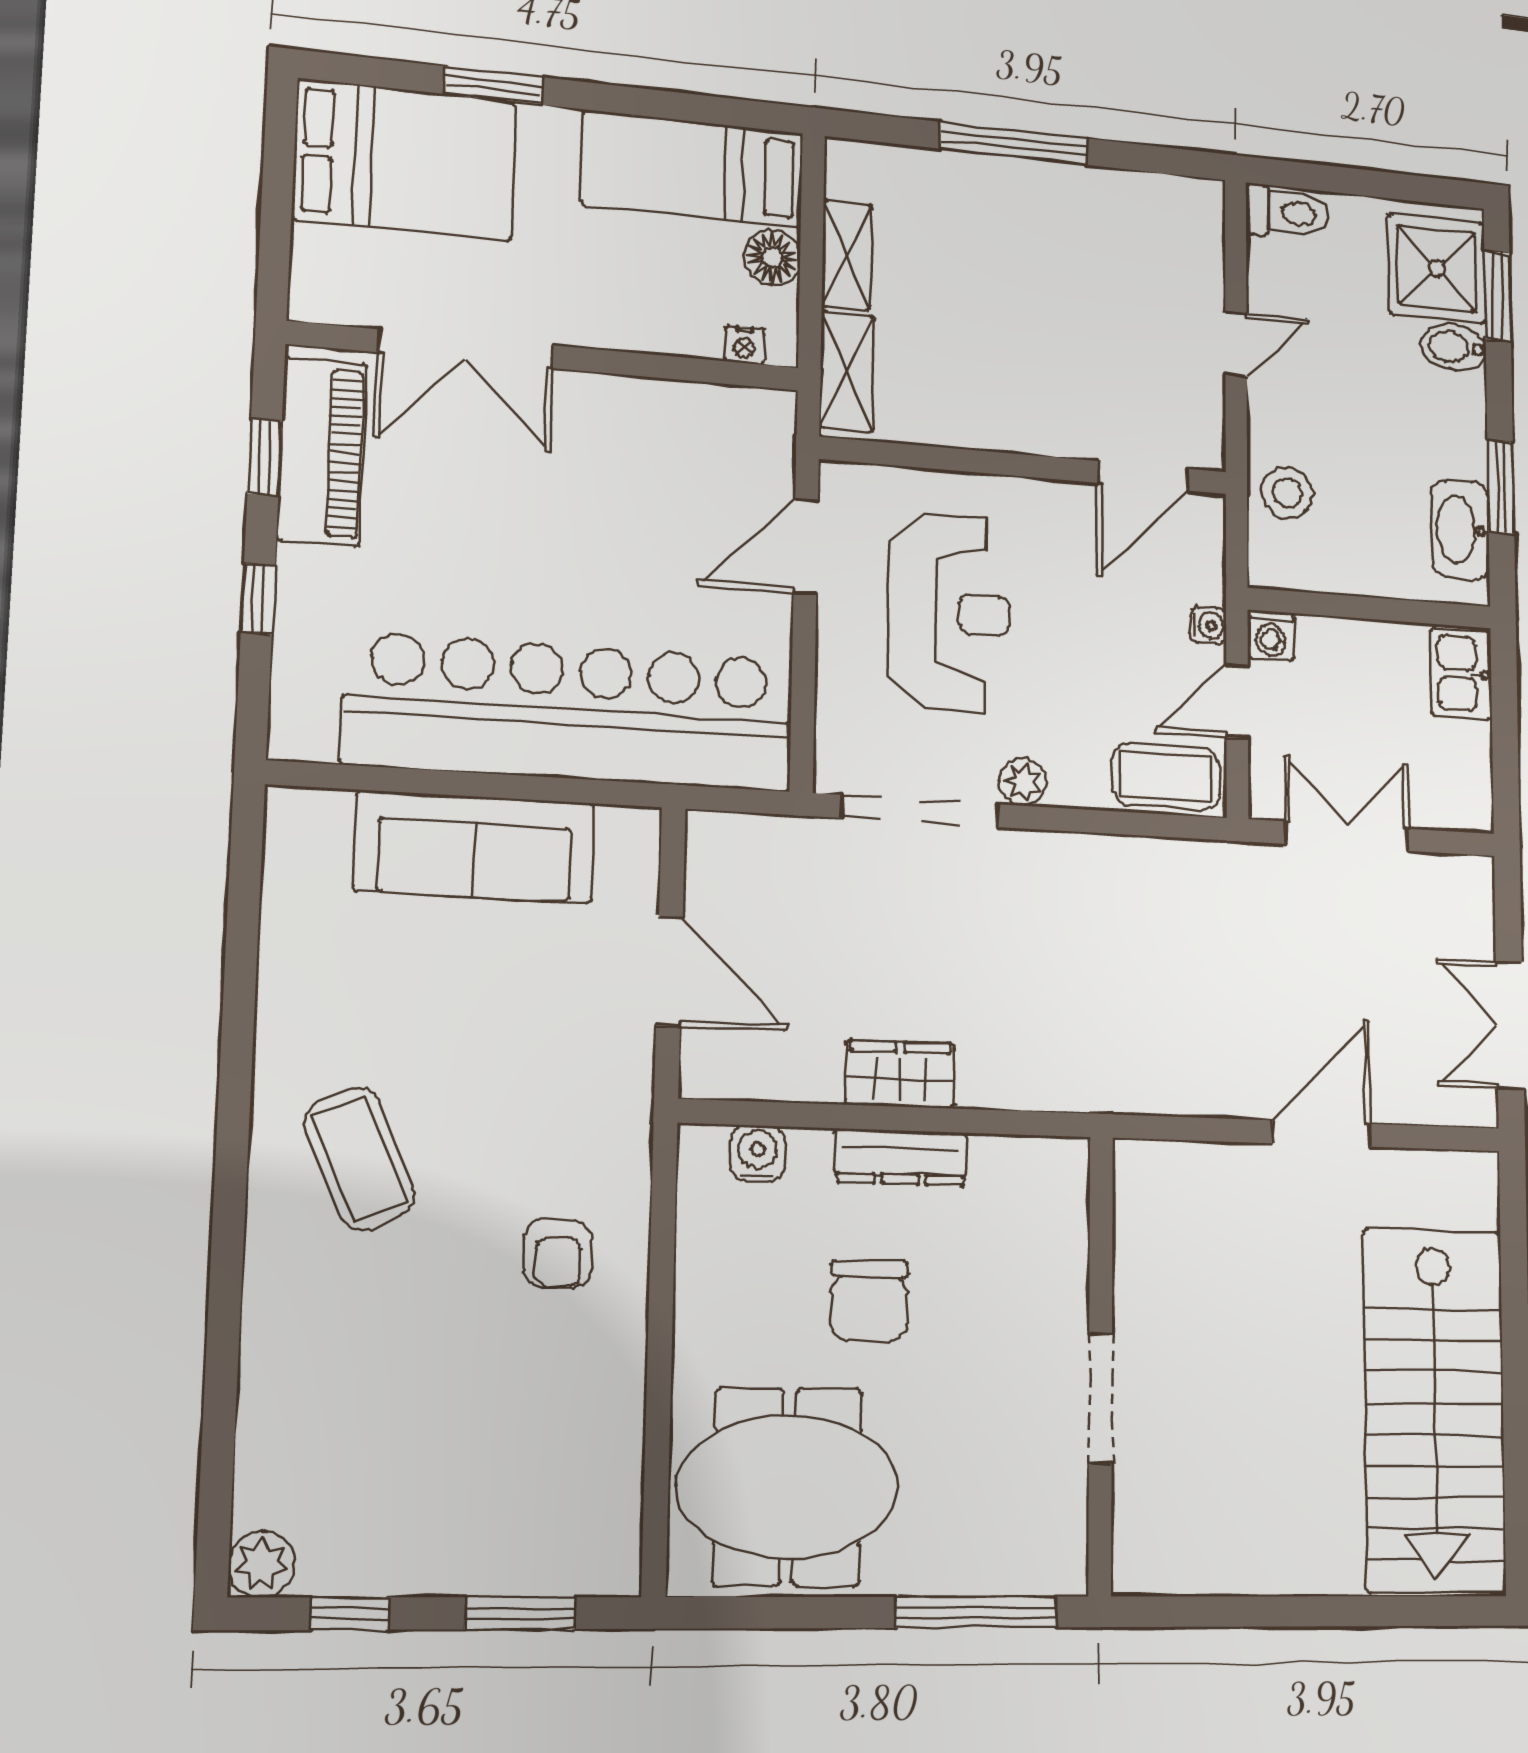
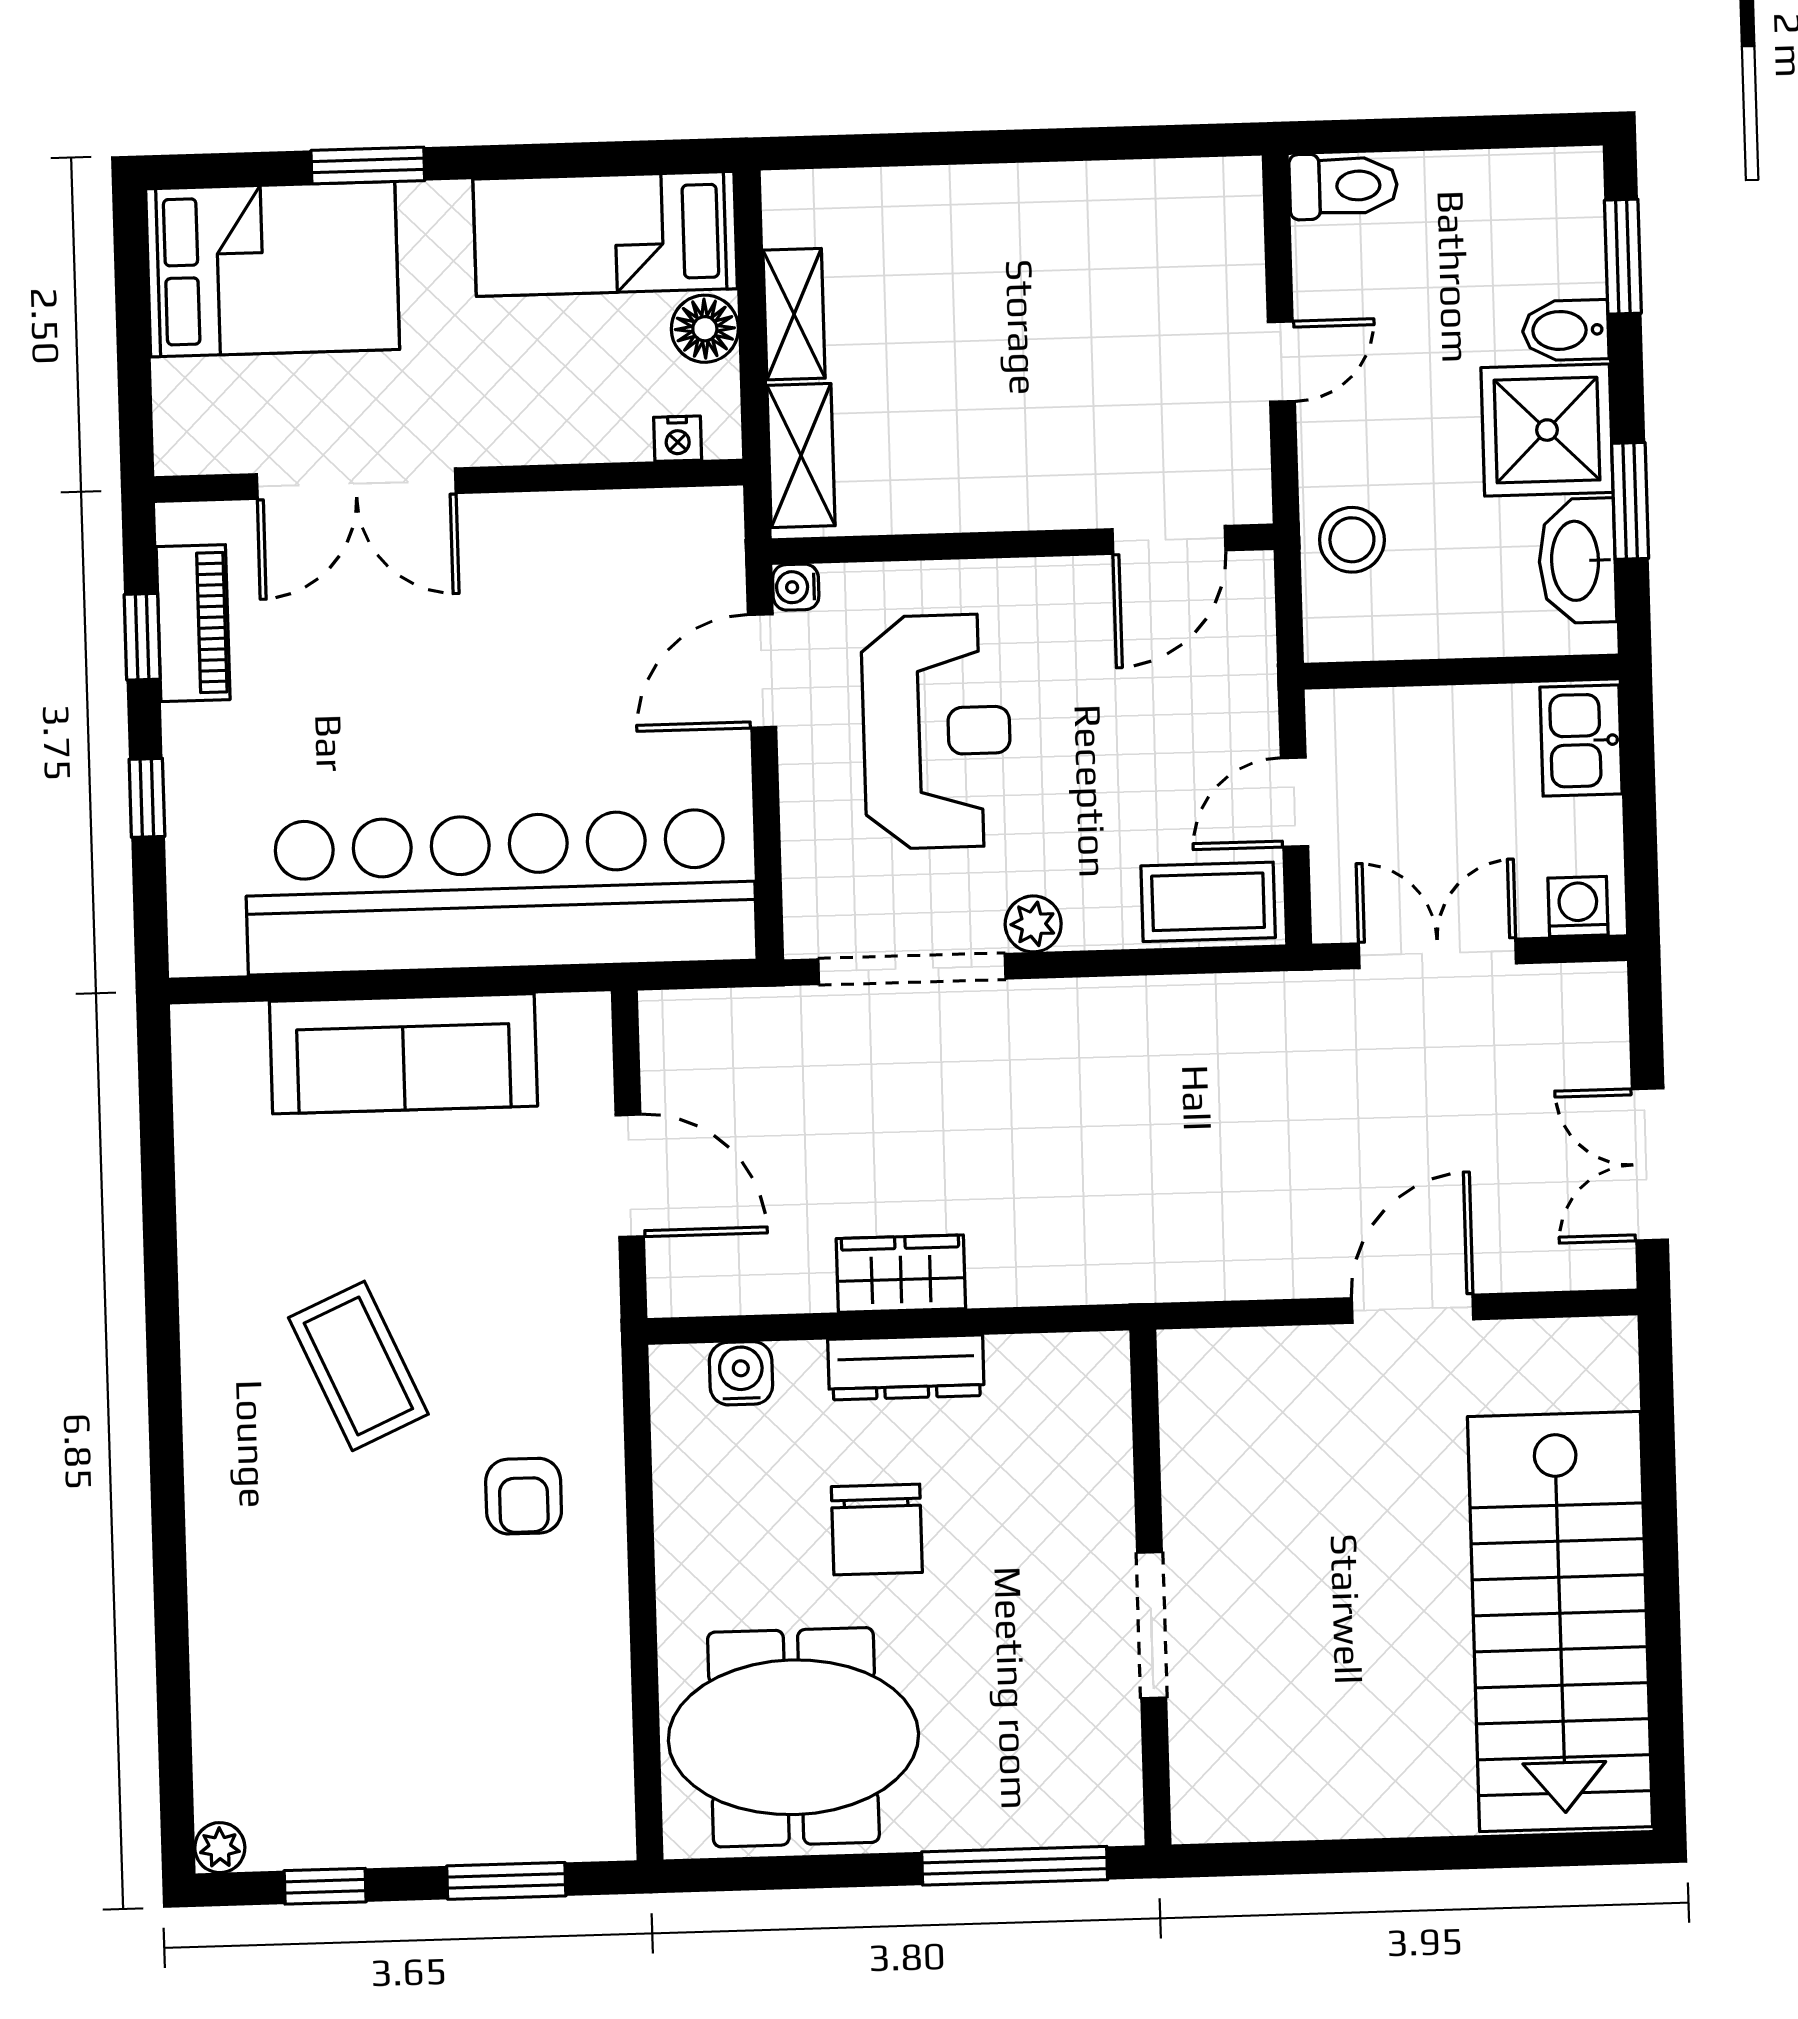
window: (1014, 143) -> (993, 147), removed
shower: (1437, 269) -> (1547, 430), moved
piano: (322, 452) -> (193, 623), width x0.73, depth x0.75
water cooler: (1208, 625) -> (796, 587), moved, turned 180
washing machine: (1271, 635) -> (1578, 906), moved, turned 180
coffee table: (360, 1159) -> (358, 1366), moved
plant: (262, 1564) -> (220, 1848), width x0.73, depth x0.73

